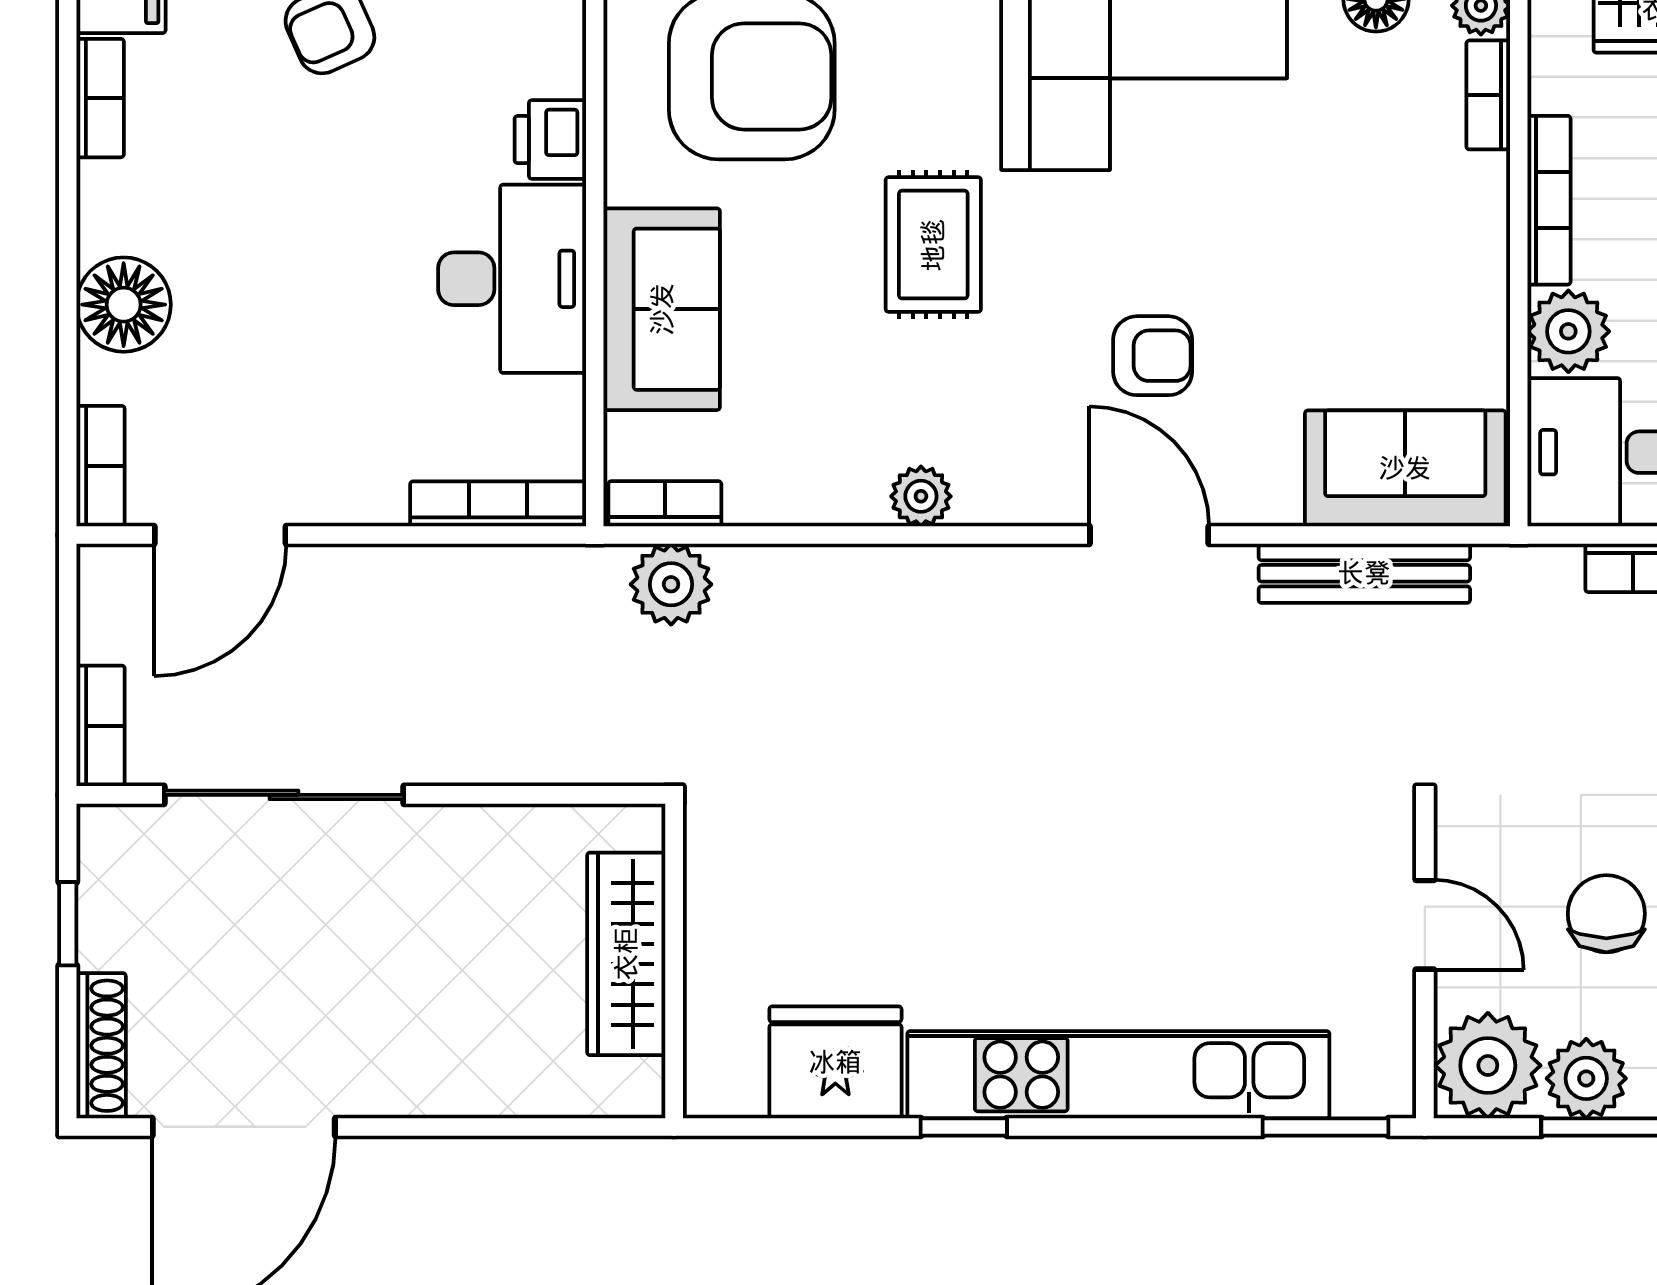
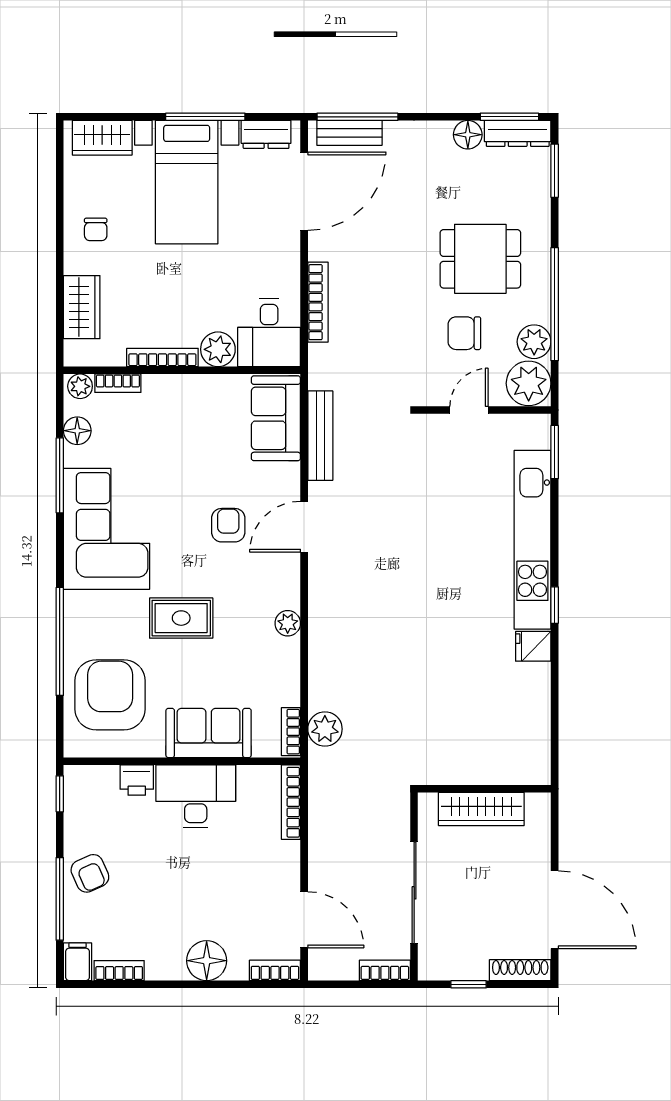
wardrobe: (626, 954) -> (481, 809), moved
wall: (674, 961) -> (484, 789), moved
fridge: (835, 1062) -> (533, 646), width x0.53, depth x0.75

